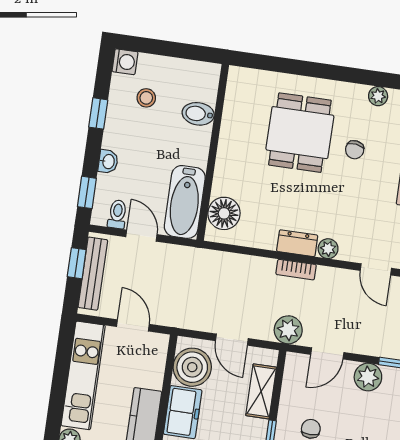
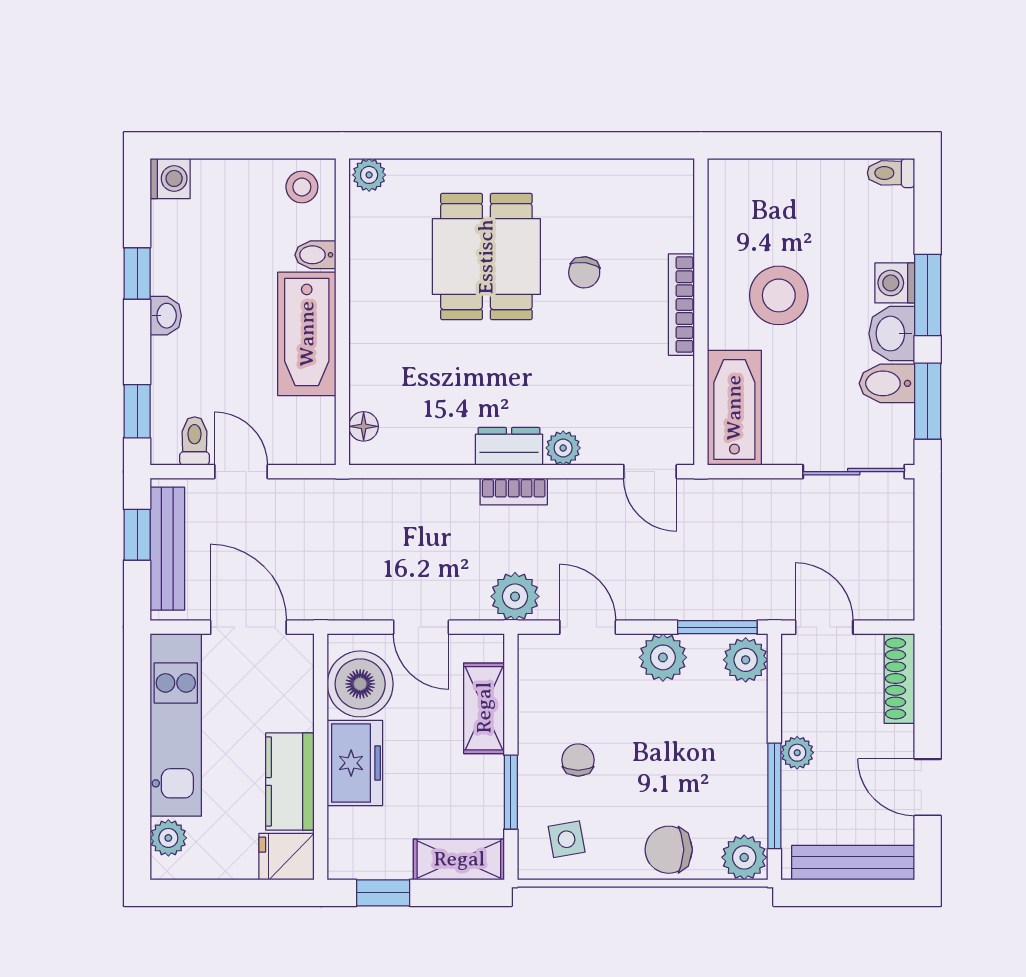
plant: (378, 96) -> (369, 175), moved
stool: (146, 98) -> (302, 187), moved
bidet: (198, 114) -> (315, 255), width x0.72, depth x0.74
washbasin: (108, 162) -> (166, 316), moved
bathtub: (185, 202) -> (307, 334), moved
floor lamp: (224, 213) -> (364, 426), width x0.53, depth x0.53
door: (133, 325) -> (248, 627), width x1.38
door: (327, 353) -> (588, 627), swing flipped

